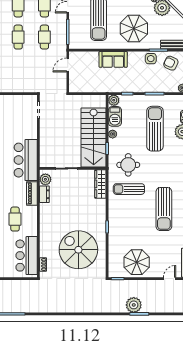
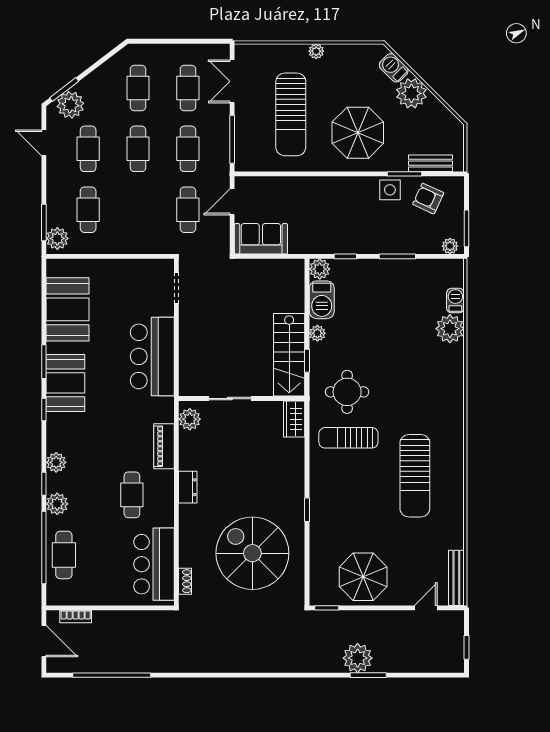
sofa: (113, 59) -> (261, 239), moved, turned 180
cafe table: (44, 69) -> (188, 210), added
sun lounger: (155, 129) -> (398, 323), removed
stairs: (94, 137) -> (289, 355), width x0.73, depth x0.66
bar counter: (26, 160) -> (152, 356), moved
wardrobe: (100, 184) -> (294, 419), width x0.67
dresser: (44, 194) -> (188, 487), moved

